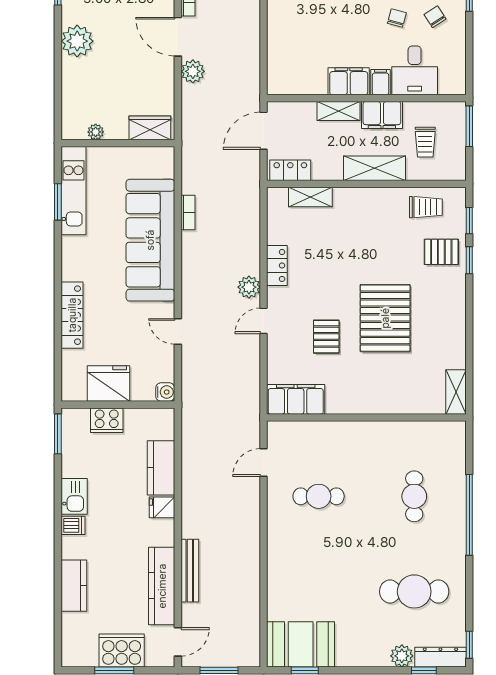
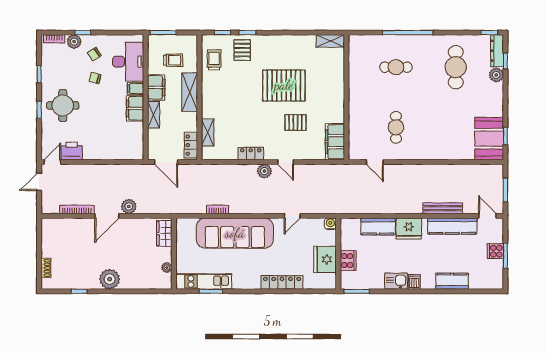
desk: (415, 70) -> (128, 62), width x1.37
fridge: (162, 507) -> (409, 228), width x1.88, depth x1.34
cooker: (122, 650) -> (495, 251), width x0.53, depth x0.76

